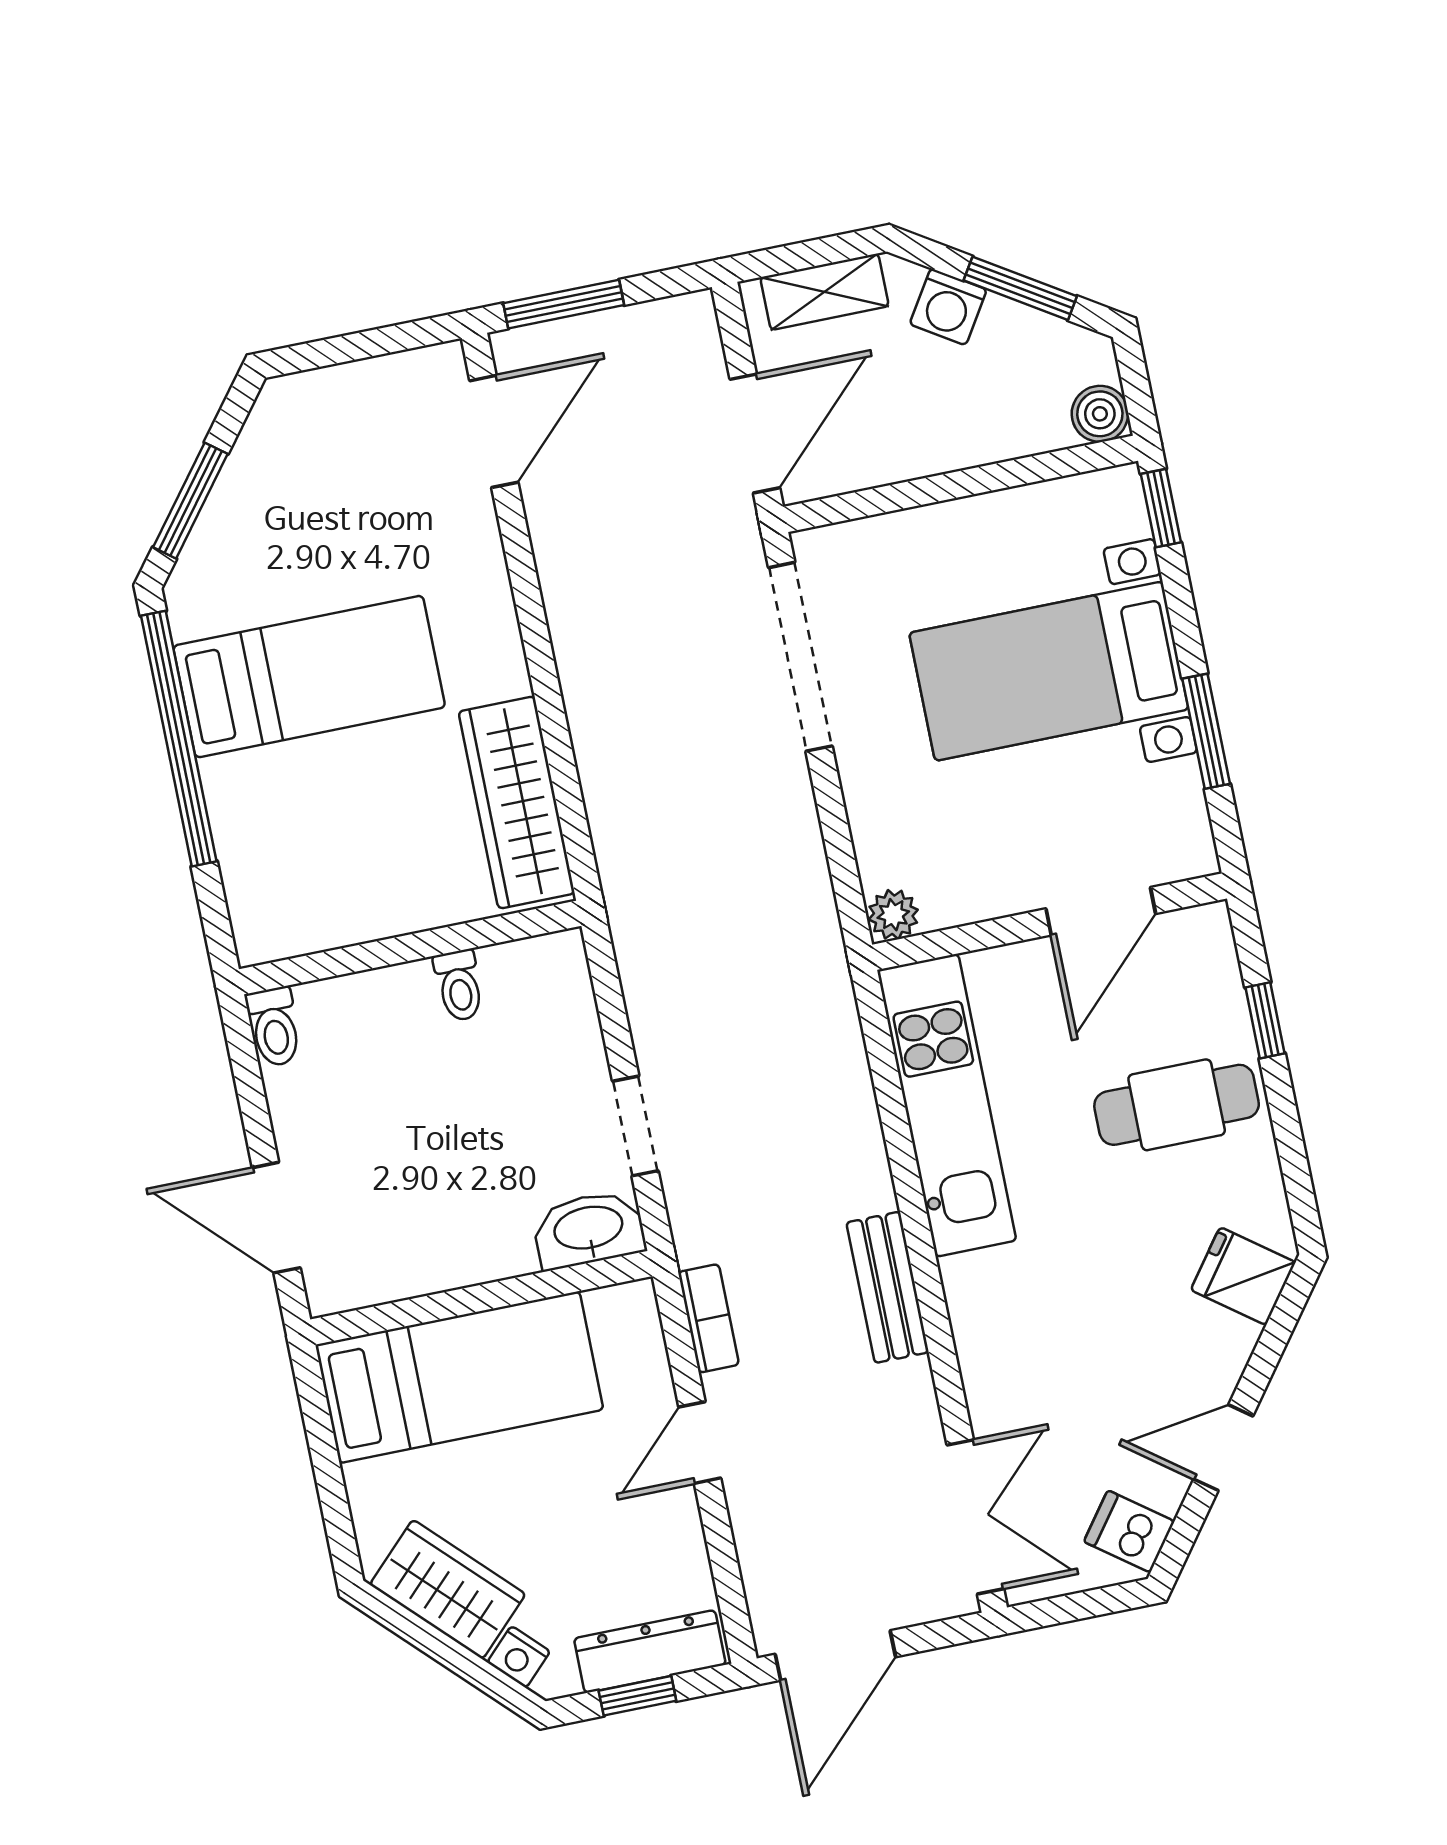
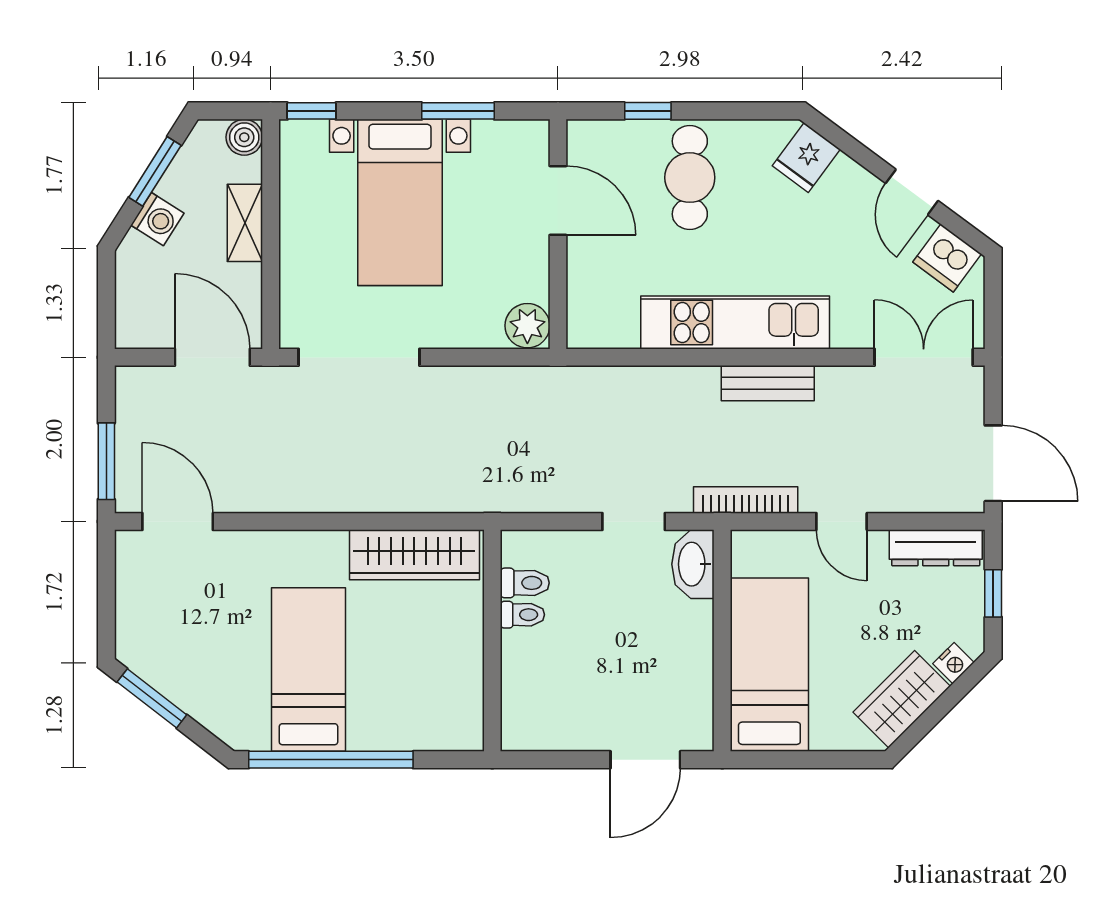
shelving: (824, 292) -> (245, 223), moved
window: (190, 501) -> (152, 698), moved
plant: (893, 915) -> (527, 326), width x1.38, depth x1.38
toilet: (274, 1027) -> (525, 583), moved
kitchen unit: (947, 1105) -> (735, 322), moved
bookcase: (709, 1318) -> (746, 500), width x1.56
dishwasher: (1129, 1532) -> (947, 258), width x1.38
dresser: (650, 1651) -> (936, 548), moved, turned -90

